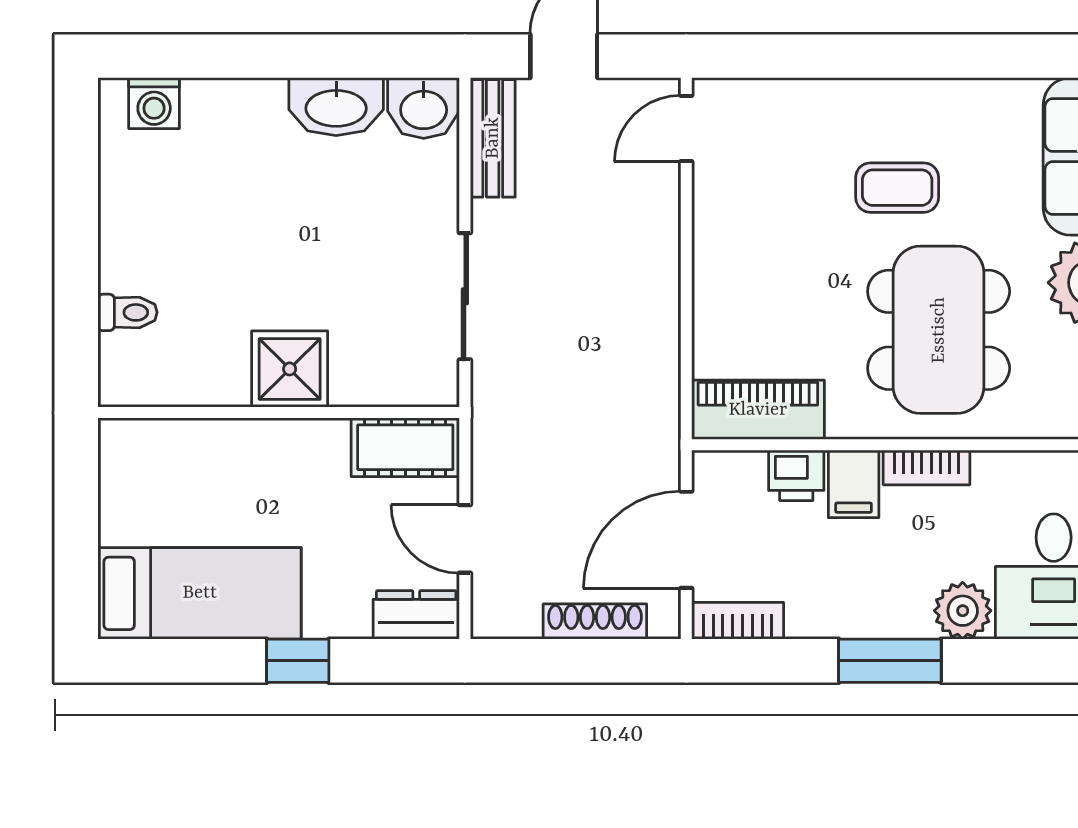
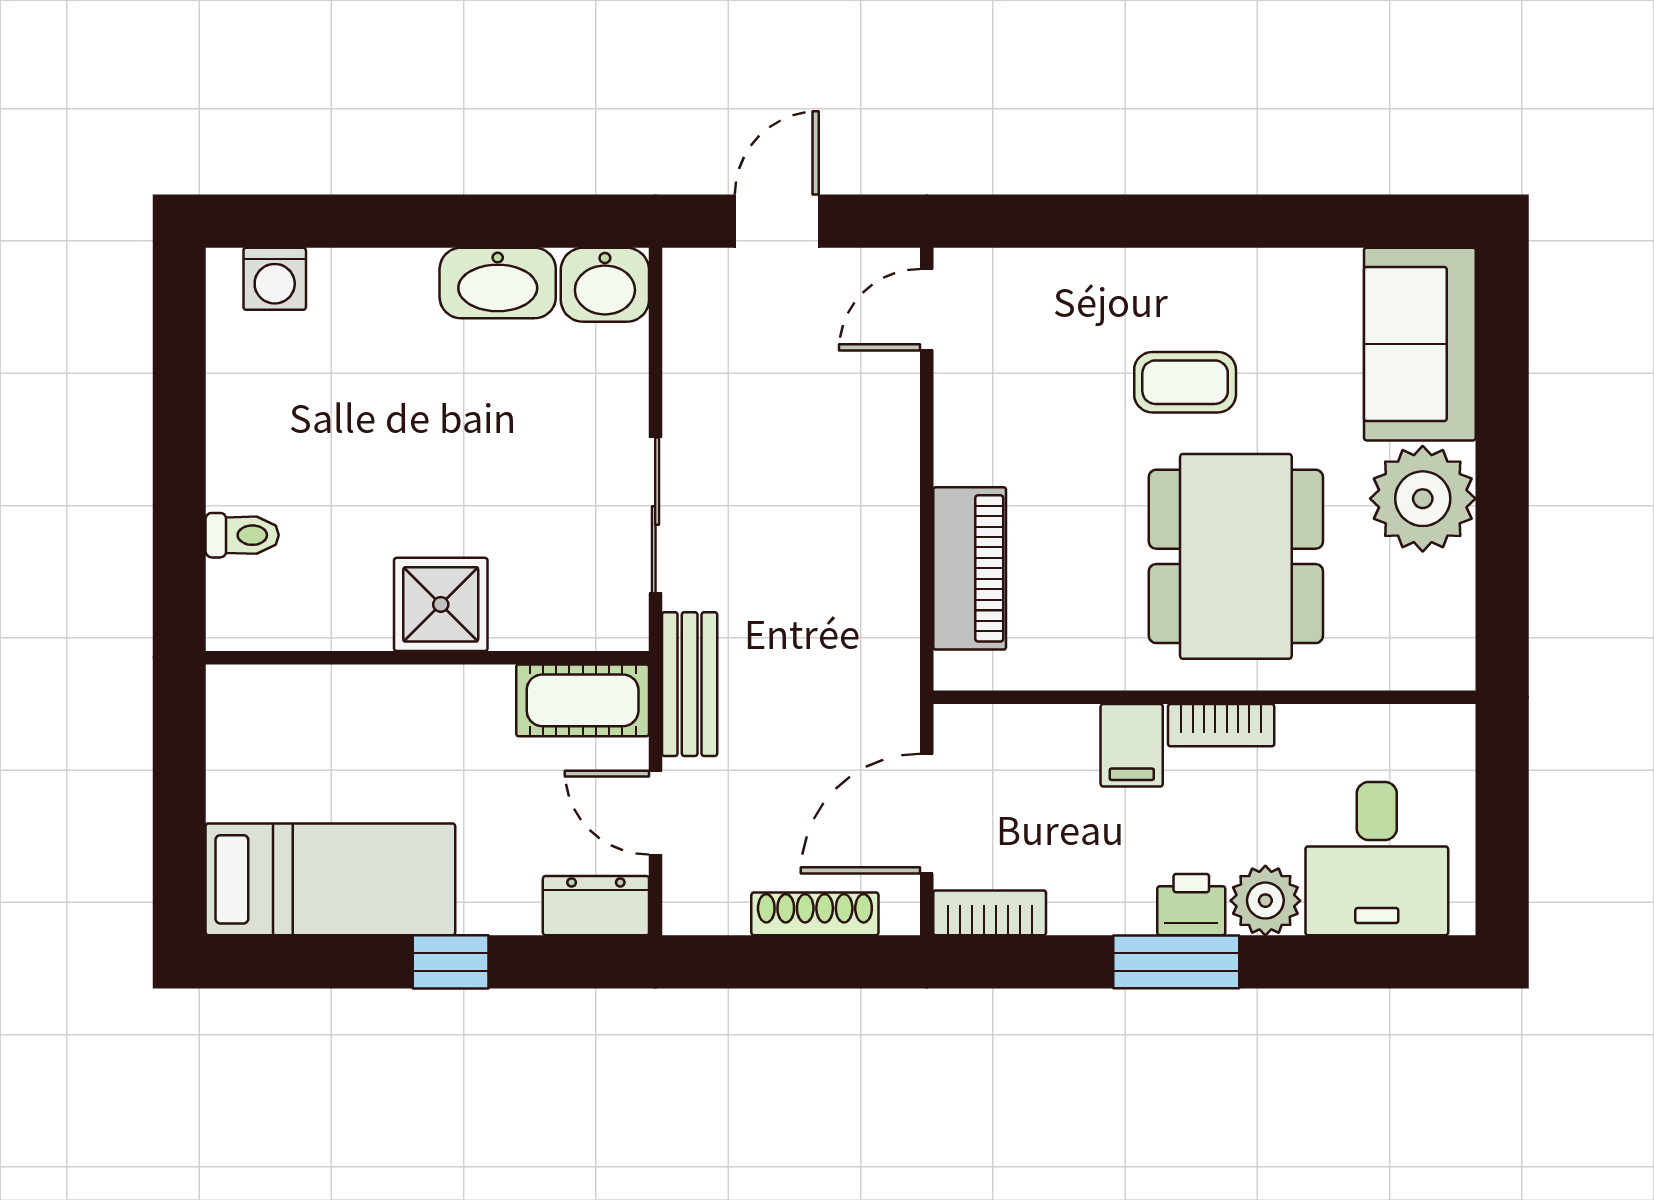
bench: (493, 138) -> (690, 684), moved
piano: (758, 410) -> (970, 568), moved, turned 90
printer: (796, 475) -> (1191, 905), moved, turned 180

